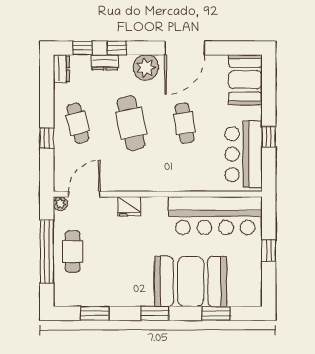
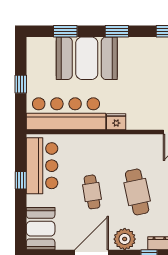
fridge: (129, 206) -> (116, 122), moved

